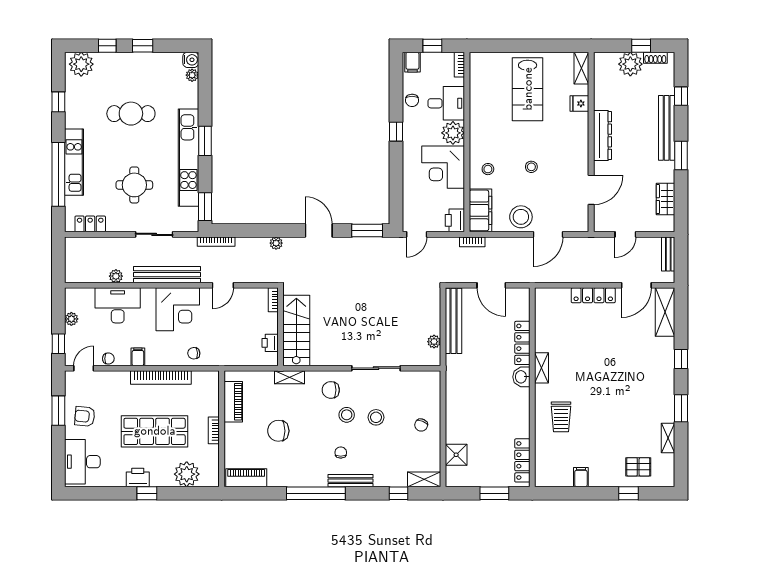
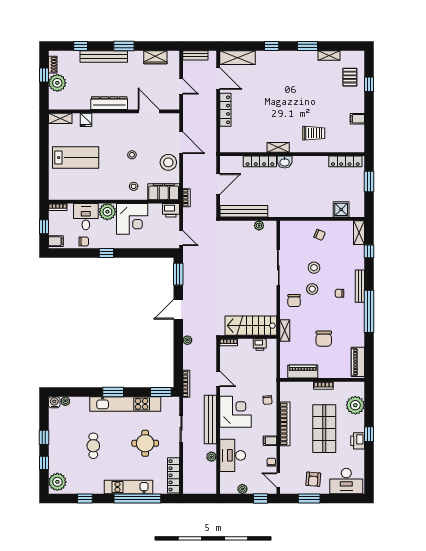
cafe table: (131, 114) -> (93, 446), width x0.73, depth x0.74
locker: (90, 224) -> (173, 475), width x1.53

